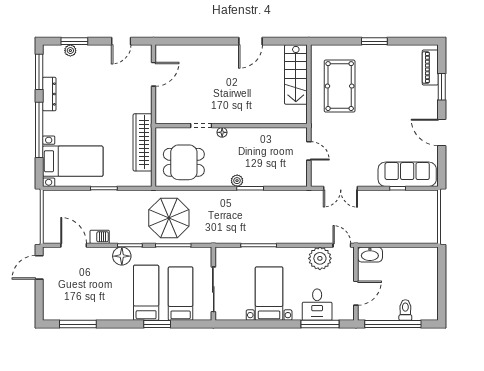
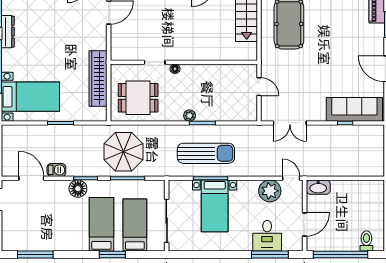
sun lounger: (254, 220) -> (206, 153), added
bed with nightstands: (269, 294) -> (215, 206), moved, turned 180
toilet: (405, 310) -> (366, 241), moved

